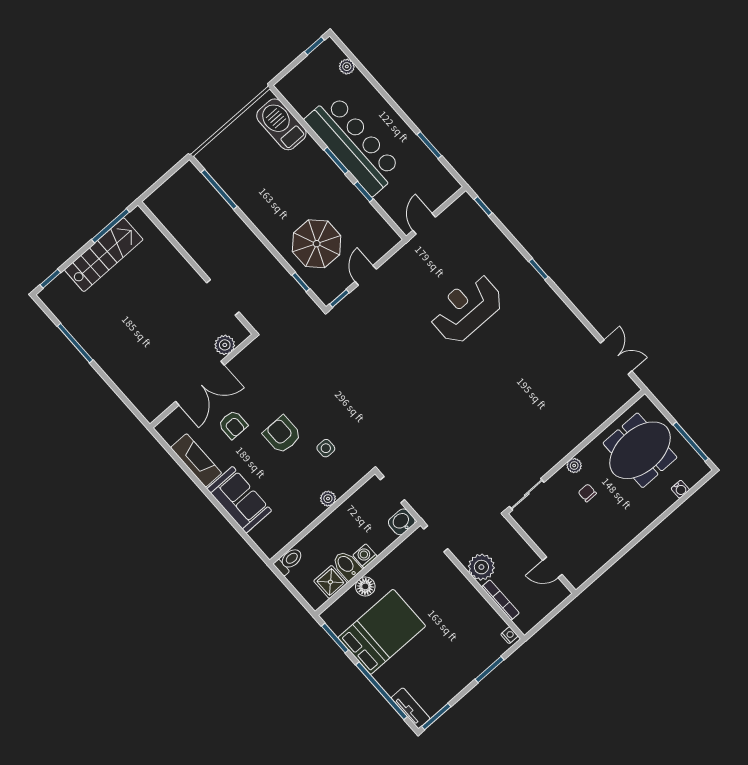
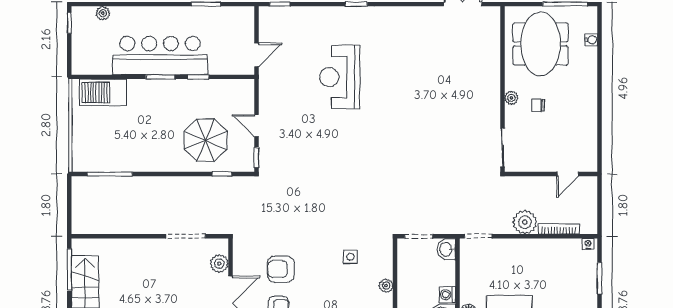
door: (424, 224) -> (256, 55), swing flipped
armchair: (282, 435) -> (281, 269), moved

